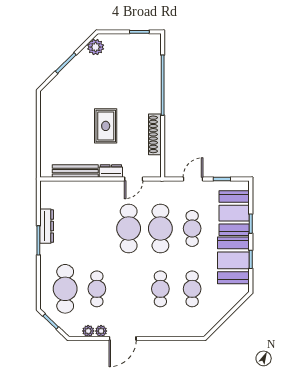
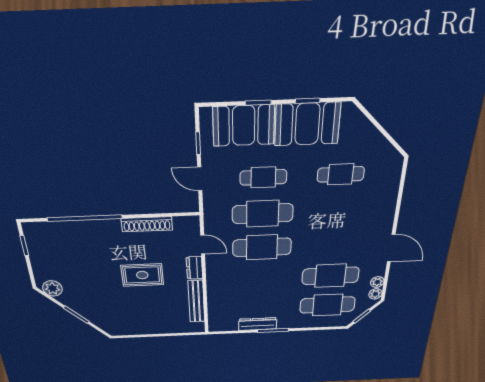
cafe table: (97, 289) -> (330, 276), width x1.37, depth x1.35
cafe table: (160, 289) -> (337, 211), removed
plant: (101, 331) -> (376, 294), moved

